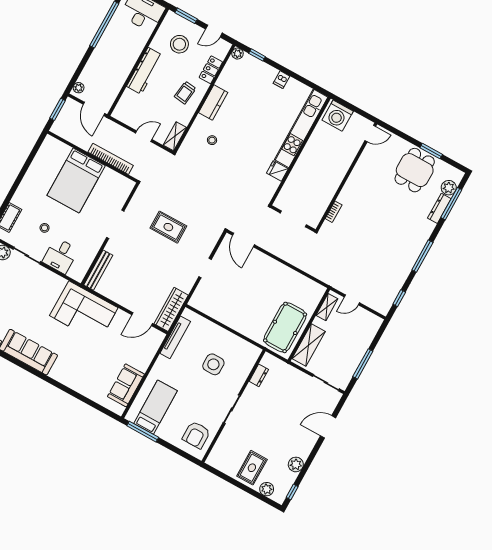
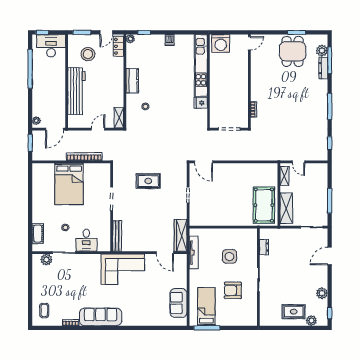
locker: (211, 70) -> (118, 46), moved
workbench: (145, 71) -> (76, 91), width x1.36, depth x1.32
trolley: (185, 93) -> (110, 84), removed
door: (94, 109) -> (55, 129), hinge flipped
door: (352, 300) -> (299, 162), hinge flipped
door: (142, 319) -> (165, 253), hinge flipped
armchair: (196, 435) -> (233, 290), moved, turned 90
rug: (252, 468) -> (294, 312), turned 90

